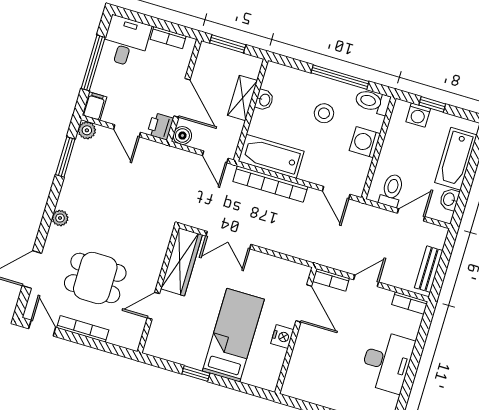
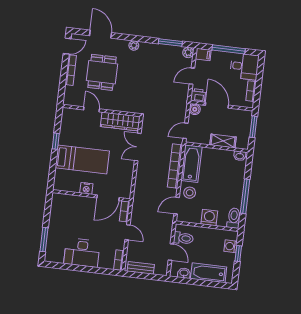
door: (182, 98) -> (217, 105), swing flipped
washbasin: (264, 100) -> (240, 156), moved
stool: (324, 113) -> (190, 193), moved

